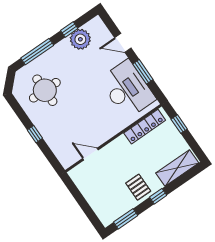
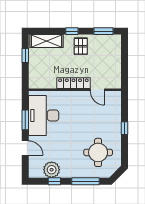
window: (179, 124) -> (25, 56), moved
locker: (145, 127) -> (73, 83), moved

